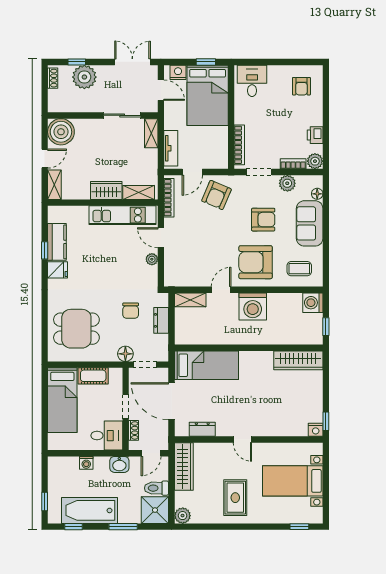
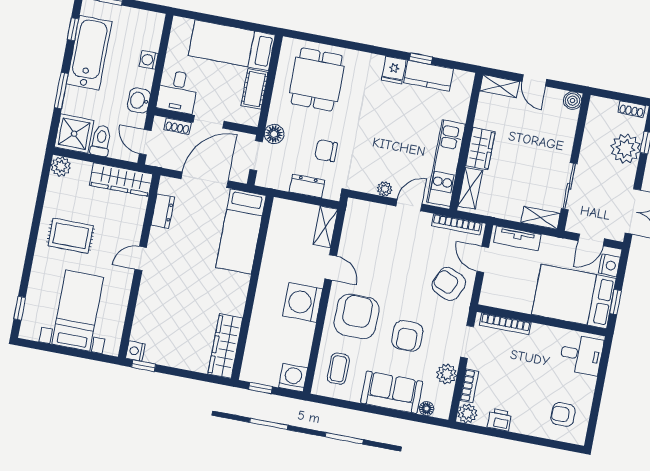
boiler: (61, 132) -> (572, 101), width x0.54, depth x0.54

